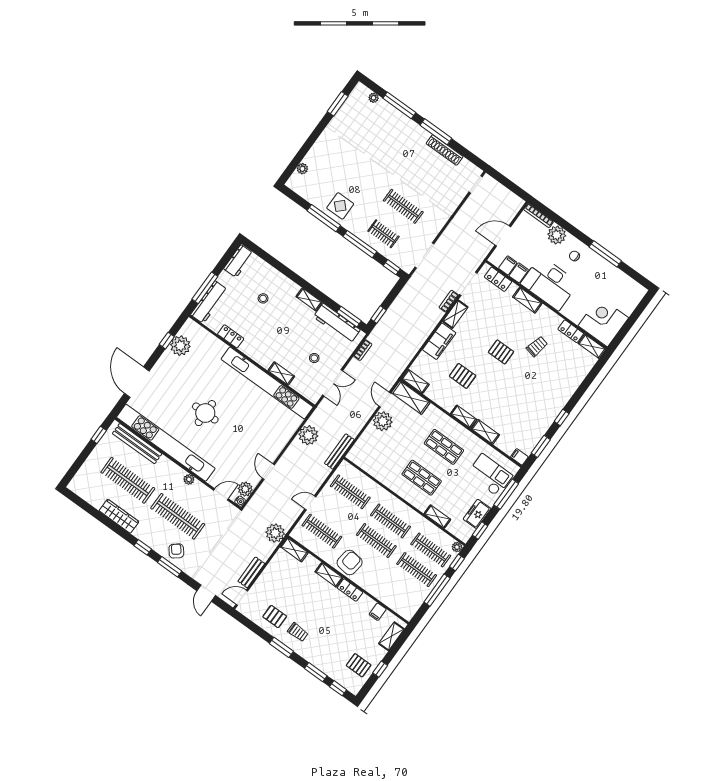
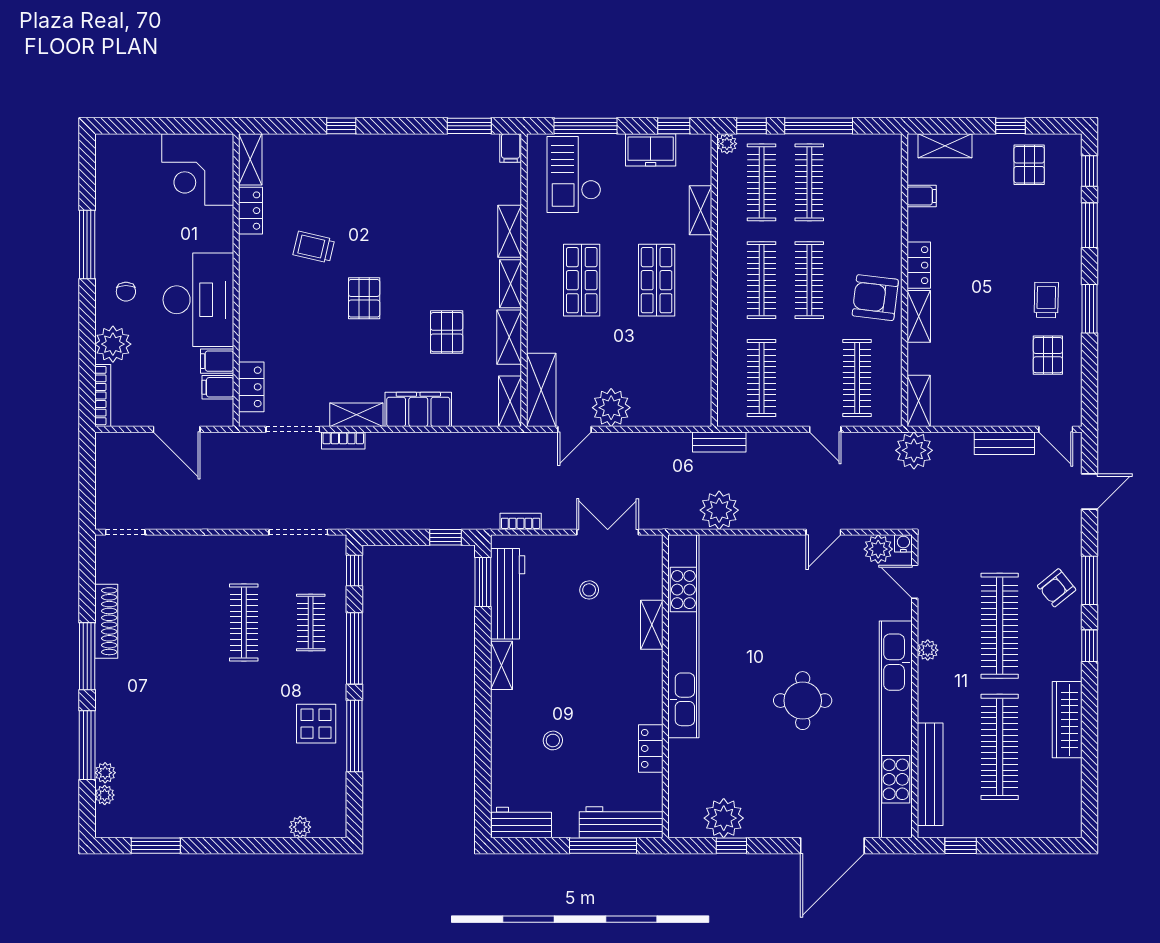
plant: (383, 105) -> (105, 773), added
shelving: (527, 300) -> (509, 337), moved
window: (562, 417) -> (341, 126), moved
bench: (339, 451) -> (719, 442), width x0.73

